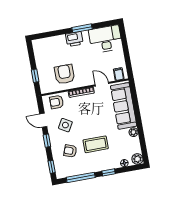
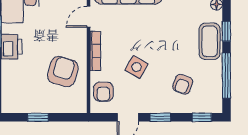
armchair: (65, 74) -> (63, 72), turned 106
window: (35, 76) -> (38, 117), moved
side table: (65, 125) -> (137, 67), moved
coffee table: (96, 144) -> (210, 41), moved

